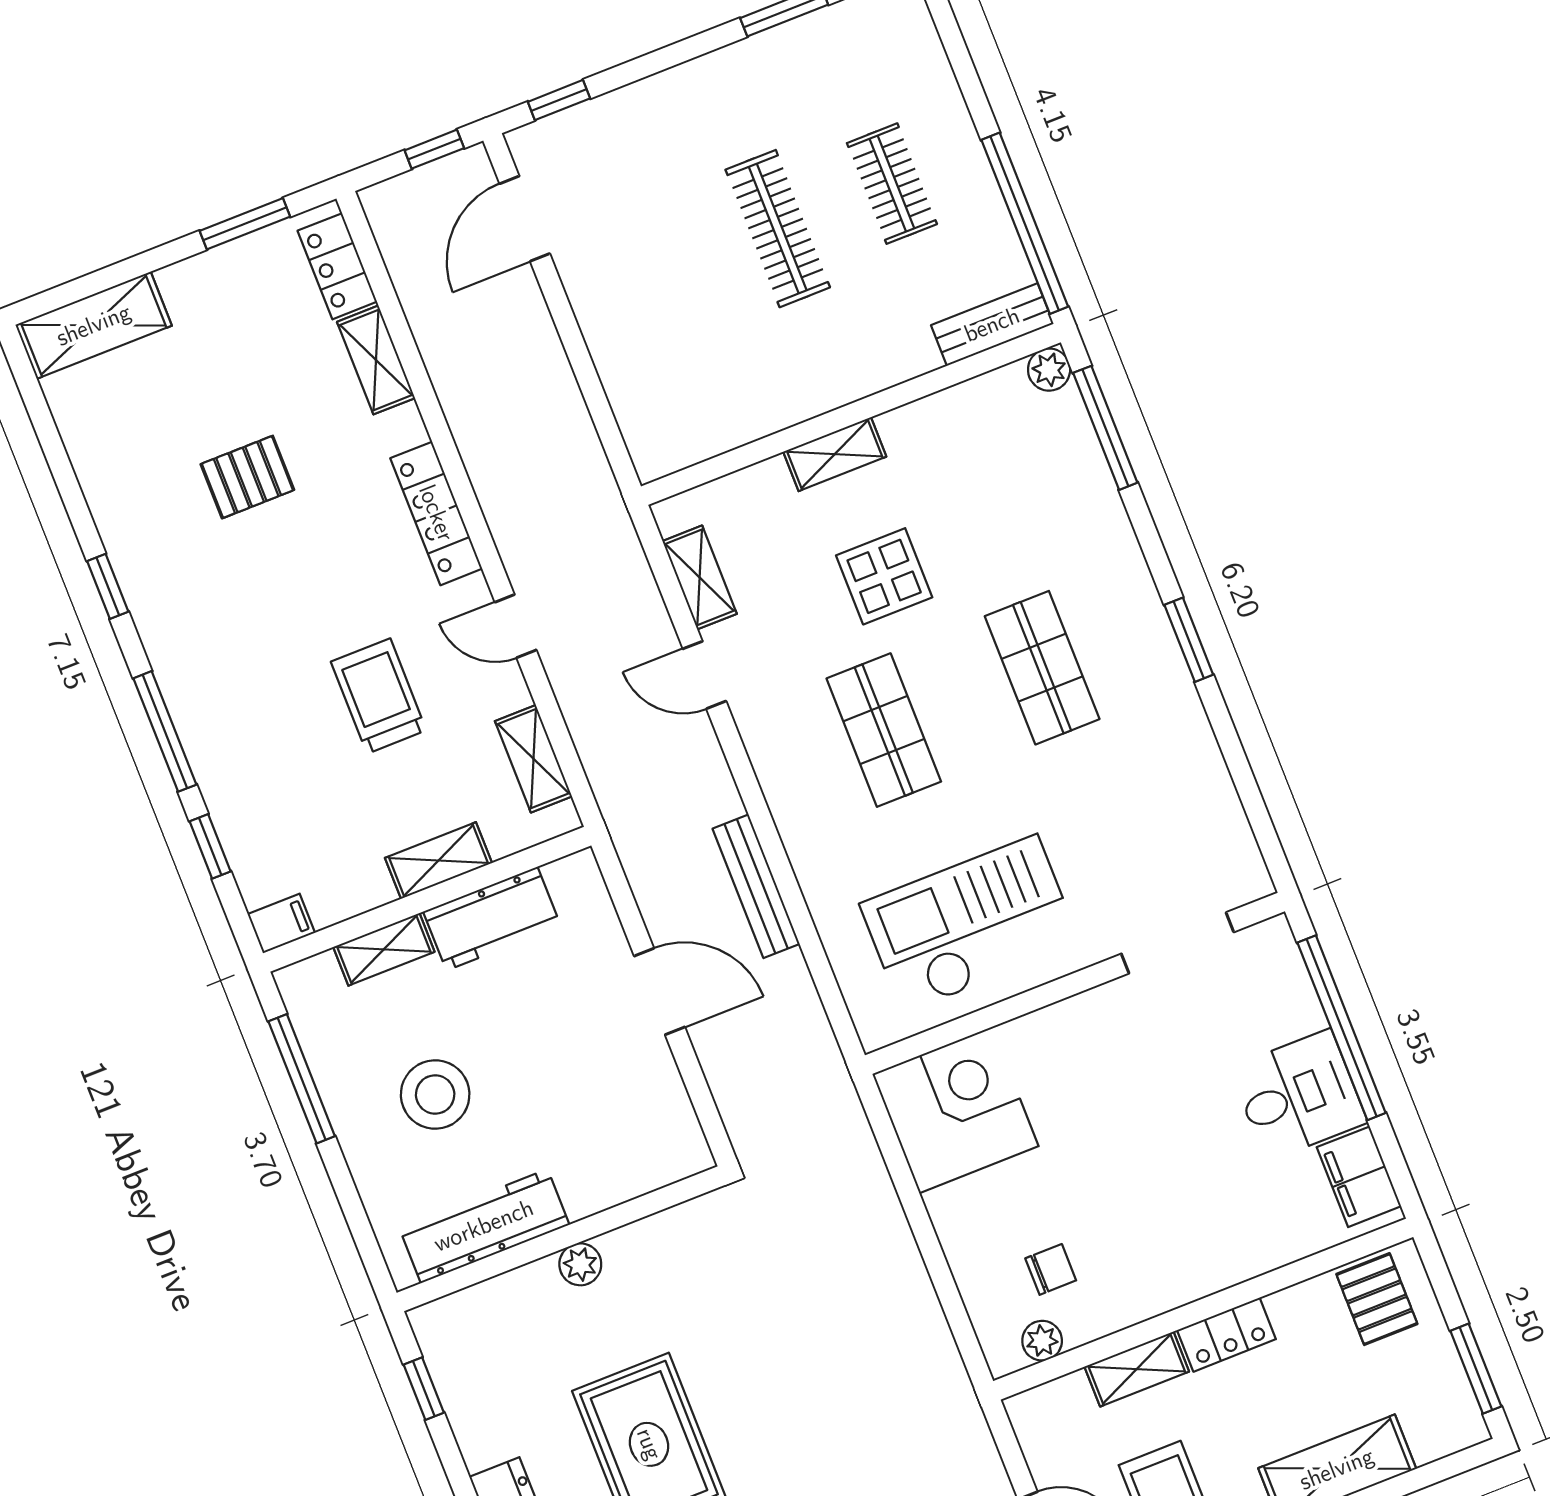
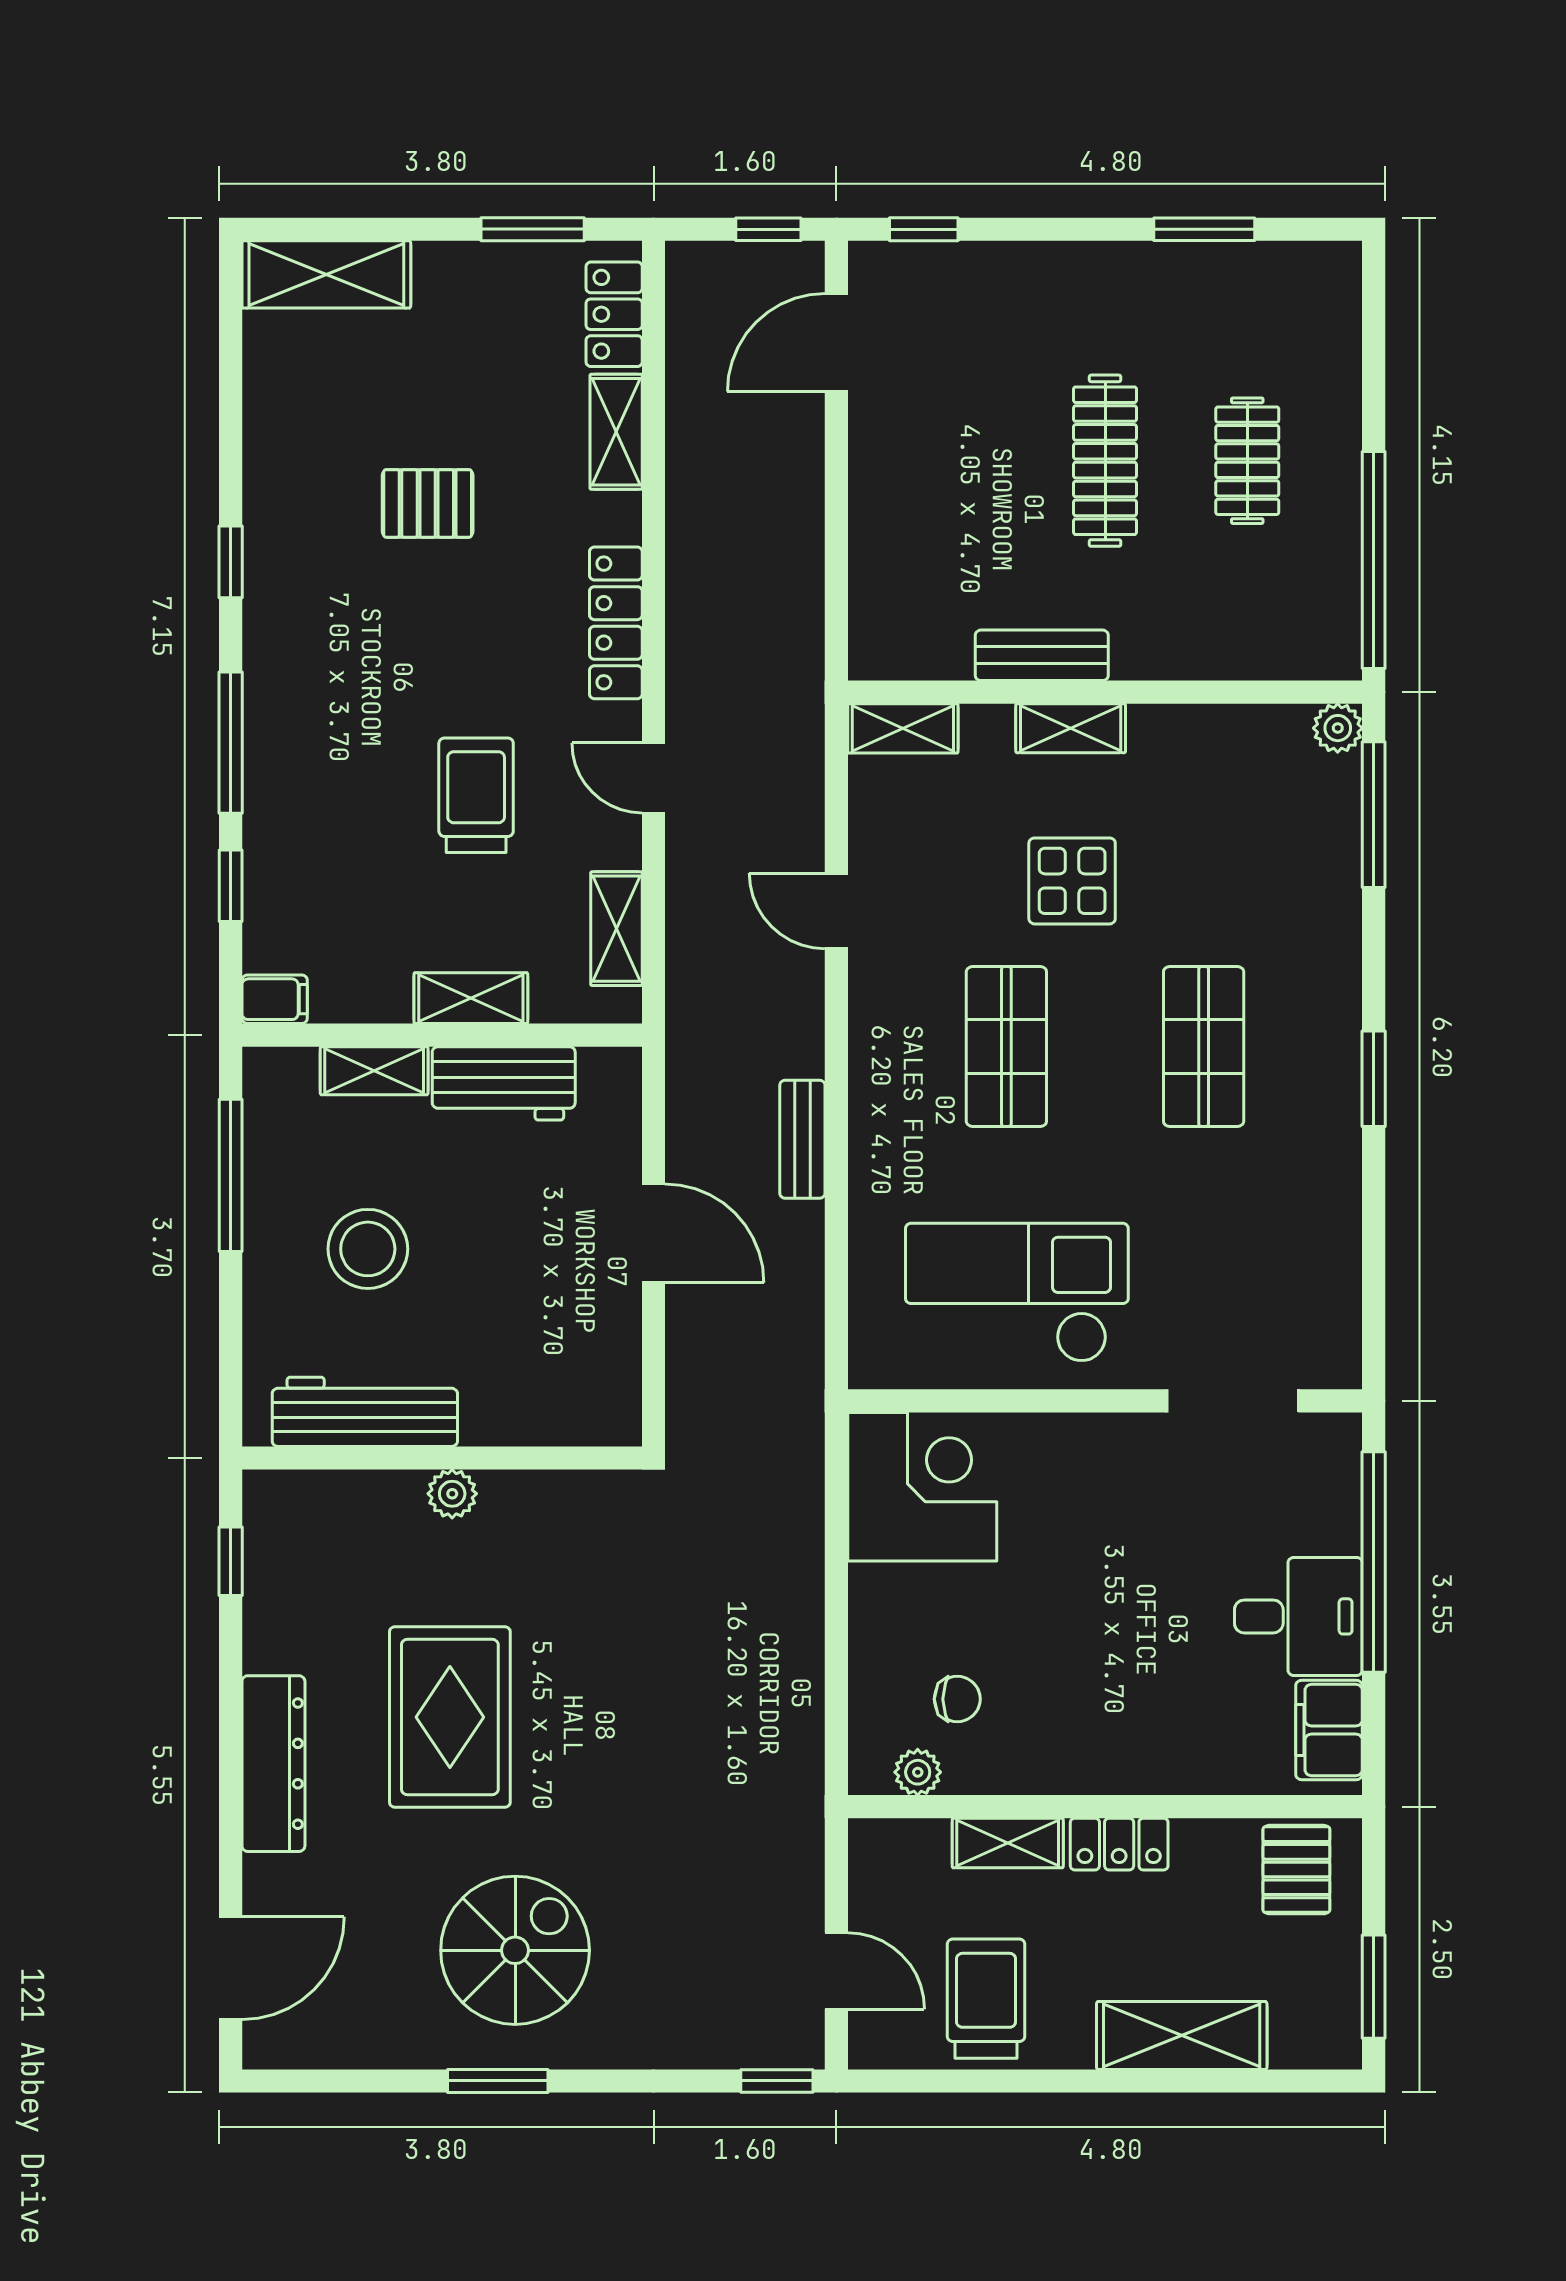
bench: (992, 325) -> (1042, 655), moved
shelving: (700, 577) -> (903, 728), moved, turned 90
bench: (756, 886) -> (802, 1139), width x0.73

